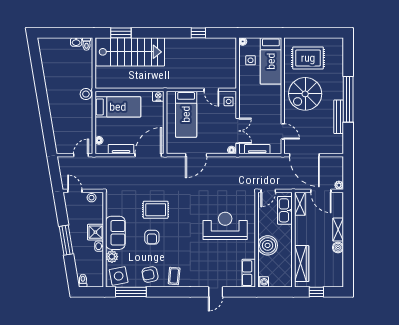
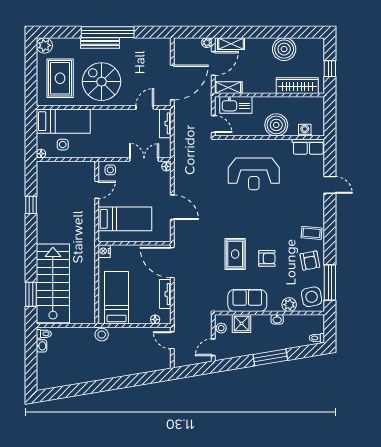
plant: (336, 44) -> (44, 45), added
spiral stairs: (305, 94) -> (102, 82), turned 180
bench: (339, 117) -> (100, 43), moved
tv unit: (257, 149) -> (165, 123), moved
reception desk: (225, 226) -> (254, 174), turned -90
shelving: (338, 230) -> (231, 44), moved
shower: (95, 232) -> (242, 324), moved
sofa: (115, 233) -> (247, 301), moved
boiler: (338, 248) -> (284, 49), width x1.86, depth x1.86
washing machine: (263, 282) -> (305, 130), moved

